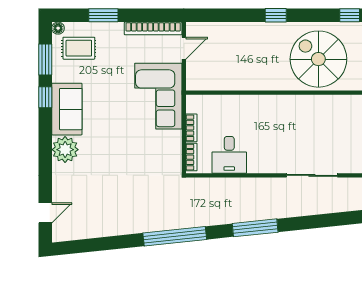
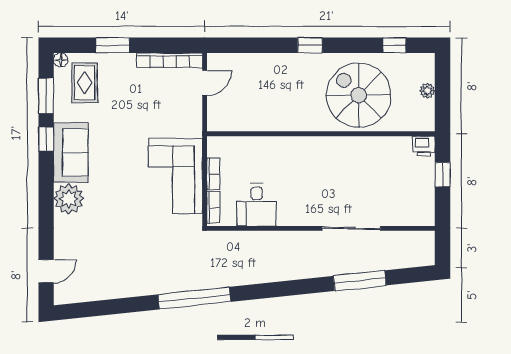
rug: (79, 48) -> (85, 83), turned 90
corner sofa: (158, 96) -> (175, 176), moved
window: (255, 228) -> (360, 281), moved

